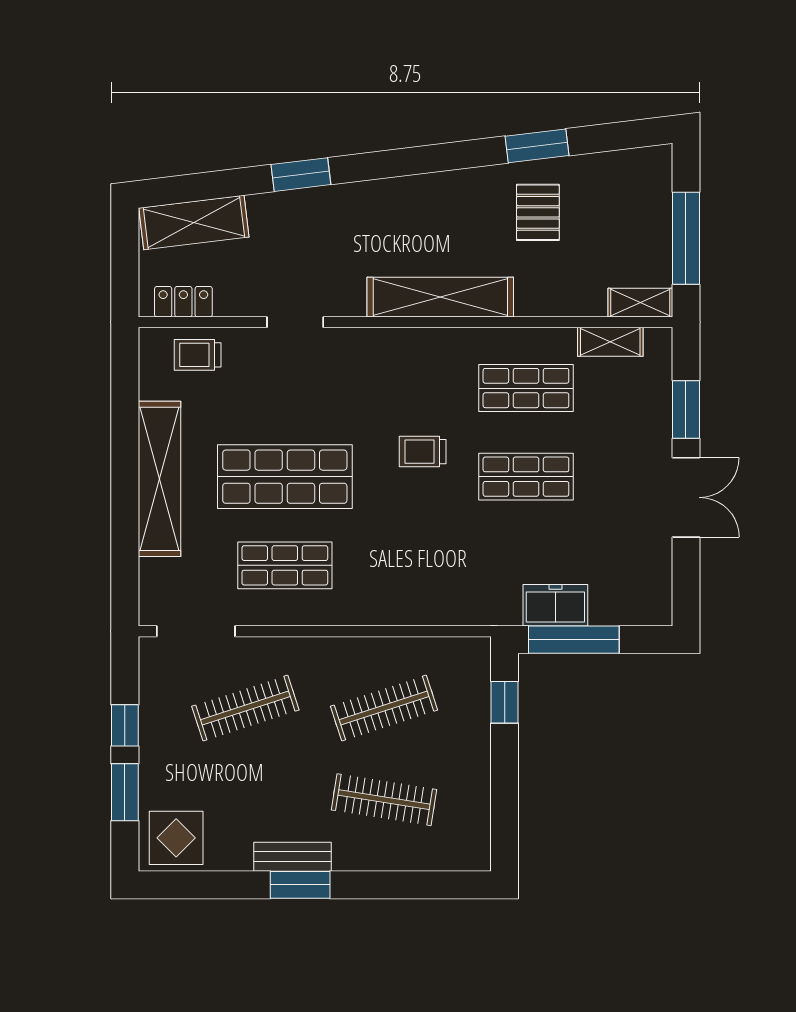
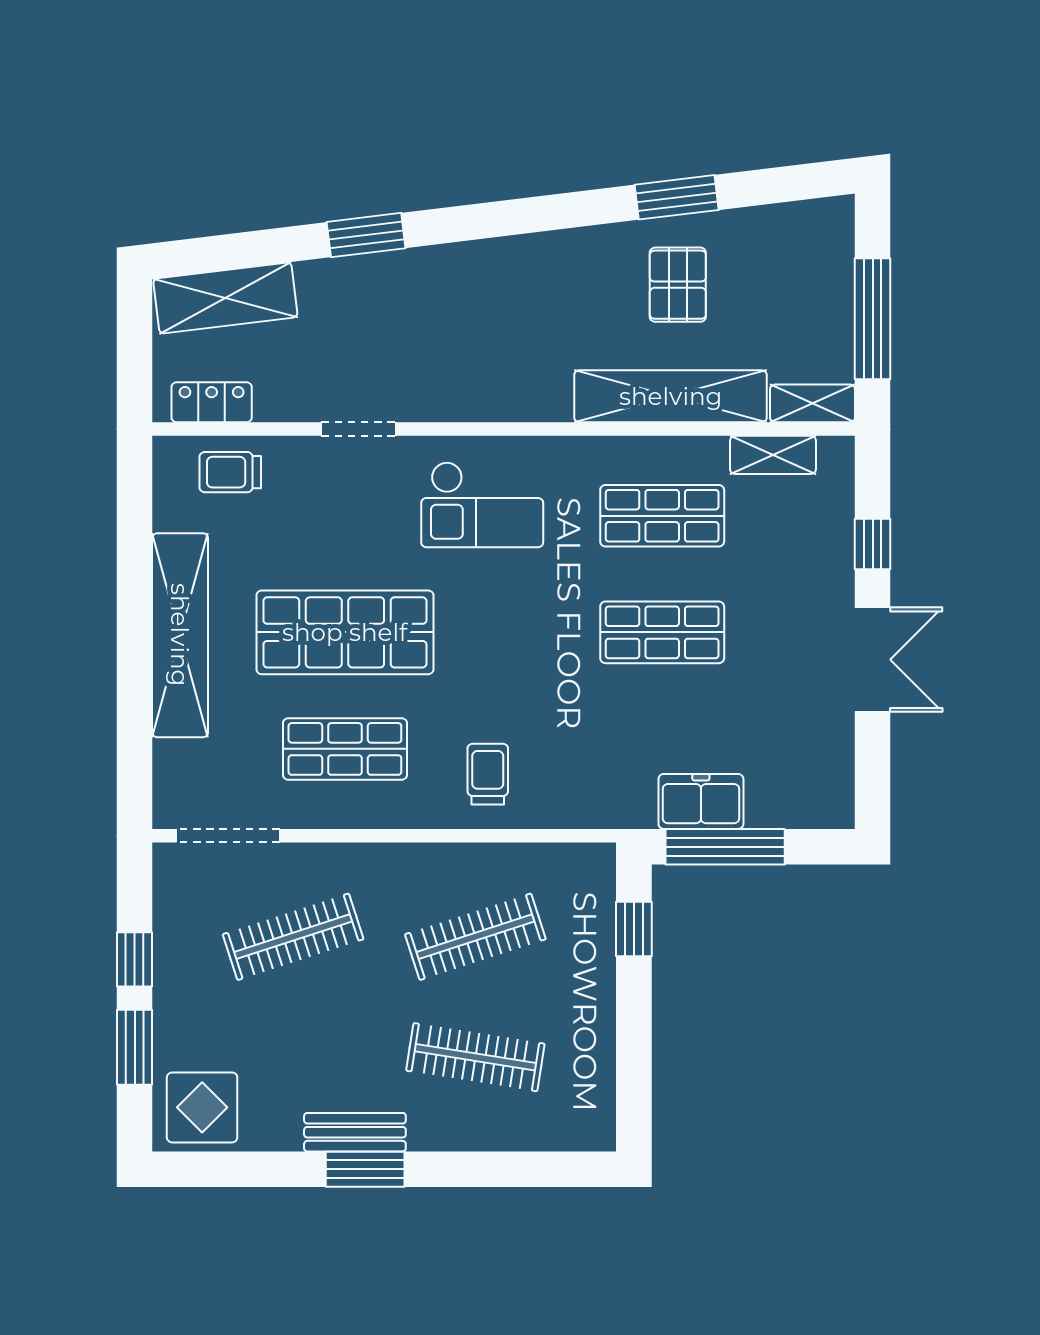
shelving: (440, 297) -> (671, 396), moved
checkout: (389, 380) -> (482, 505), added
window: (686, 410) -> (873, 544), width x0.67
trolley: (423, 452) -> (488, 774), moved, turned 90

